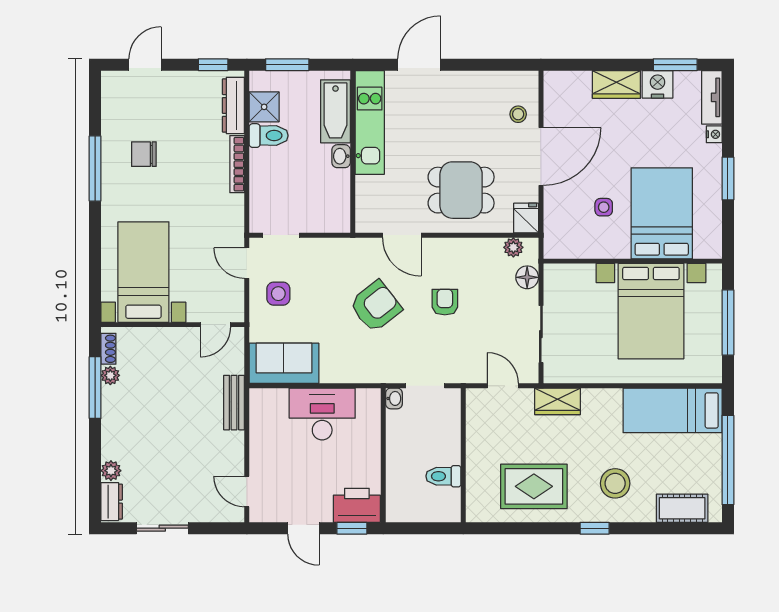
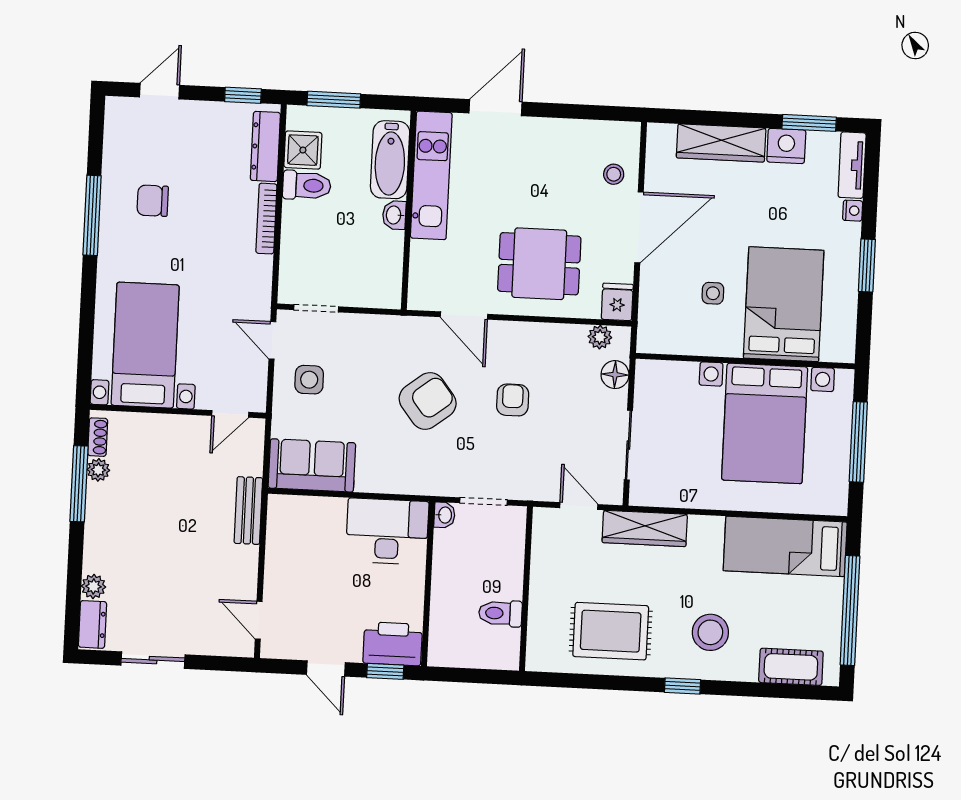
wardrobe: (616, 84) -> (721, 143), width x1.50
wardrobe: (558, 401) -> (645, 528), width x1.50
desk: (322, 414) -> (387, 531), moved

